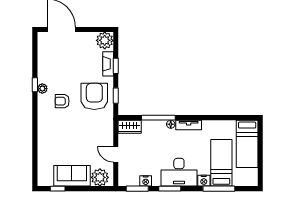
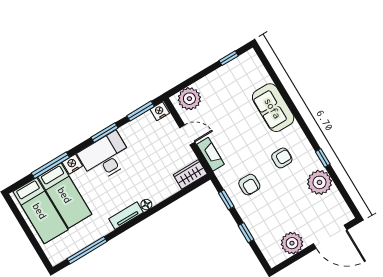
plant: (105, 40) -> (292, 243), moved
fireplace: (108, 64) -> (211, 154), moved
plant: (42, 89) -> (319, 182), moved, width x1.87, depth x1.87
armchair: (94, 96) -> (249, 185), width x0.53, depth x0.53
window: (158, 118) -> (87, 250), moved
bed: (247, 144) -> (40, 211), moved, turned 180
sofa: (72, 176) -> (273, 108), moved, turned 90
nightstand: (146, 181) -> (160, 111), moved

